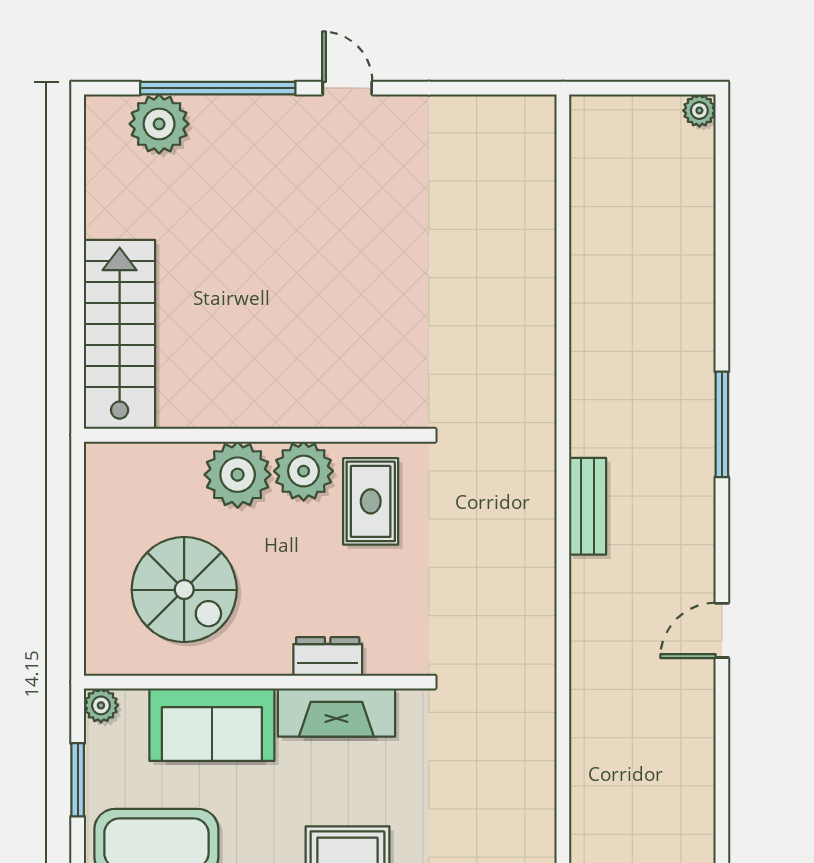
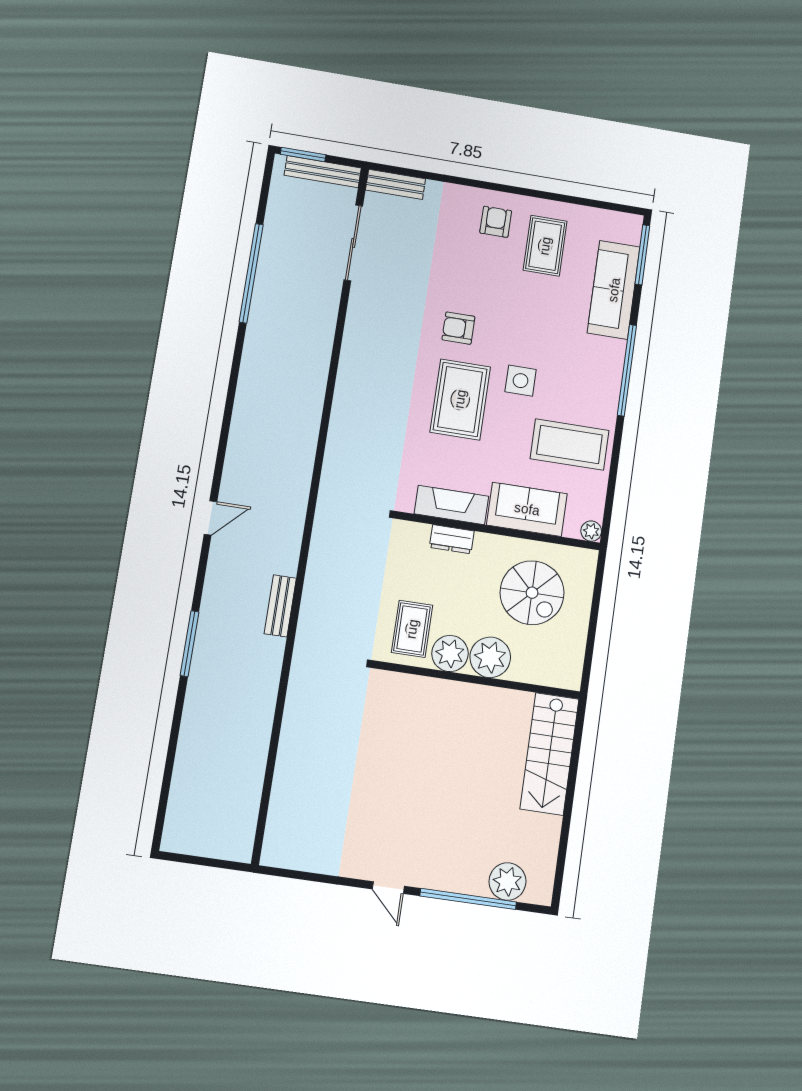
plant: (699, 111) -> (171, 842), removed
spiral stairs: (184, 590) -> (532, 593), turned 180
window: (78, 780) -> (611, 489), removed

